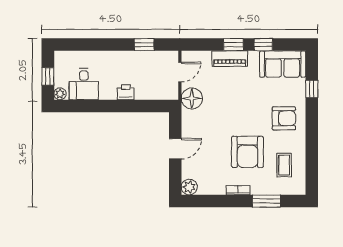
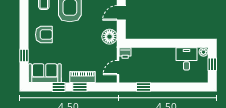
printer: (126, 92) -> (125, 53), moved
floor lamp: (192, 98) -> (109, 37), moved
armchair: (284, 118) -> (44, 35), turned 180

